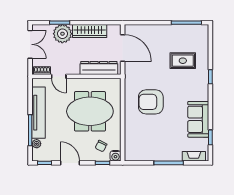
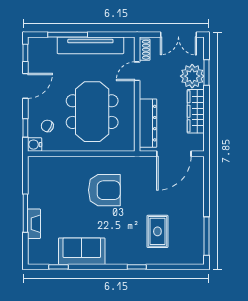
armchair: (151, 102) -> (104, 190), turned 90
plant: (37, 144) -> (50, 43), removed
fireplace: (194, 156) -> (34, 224), moved

